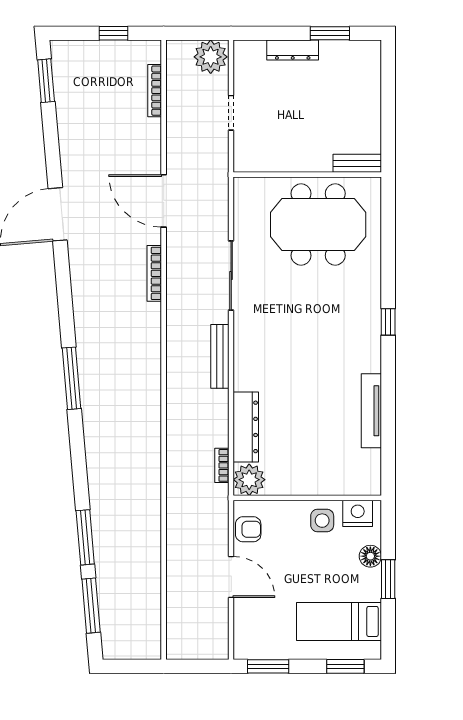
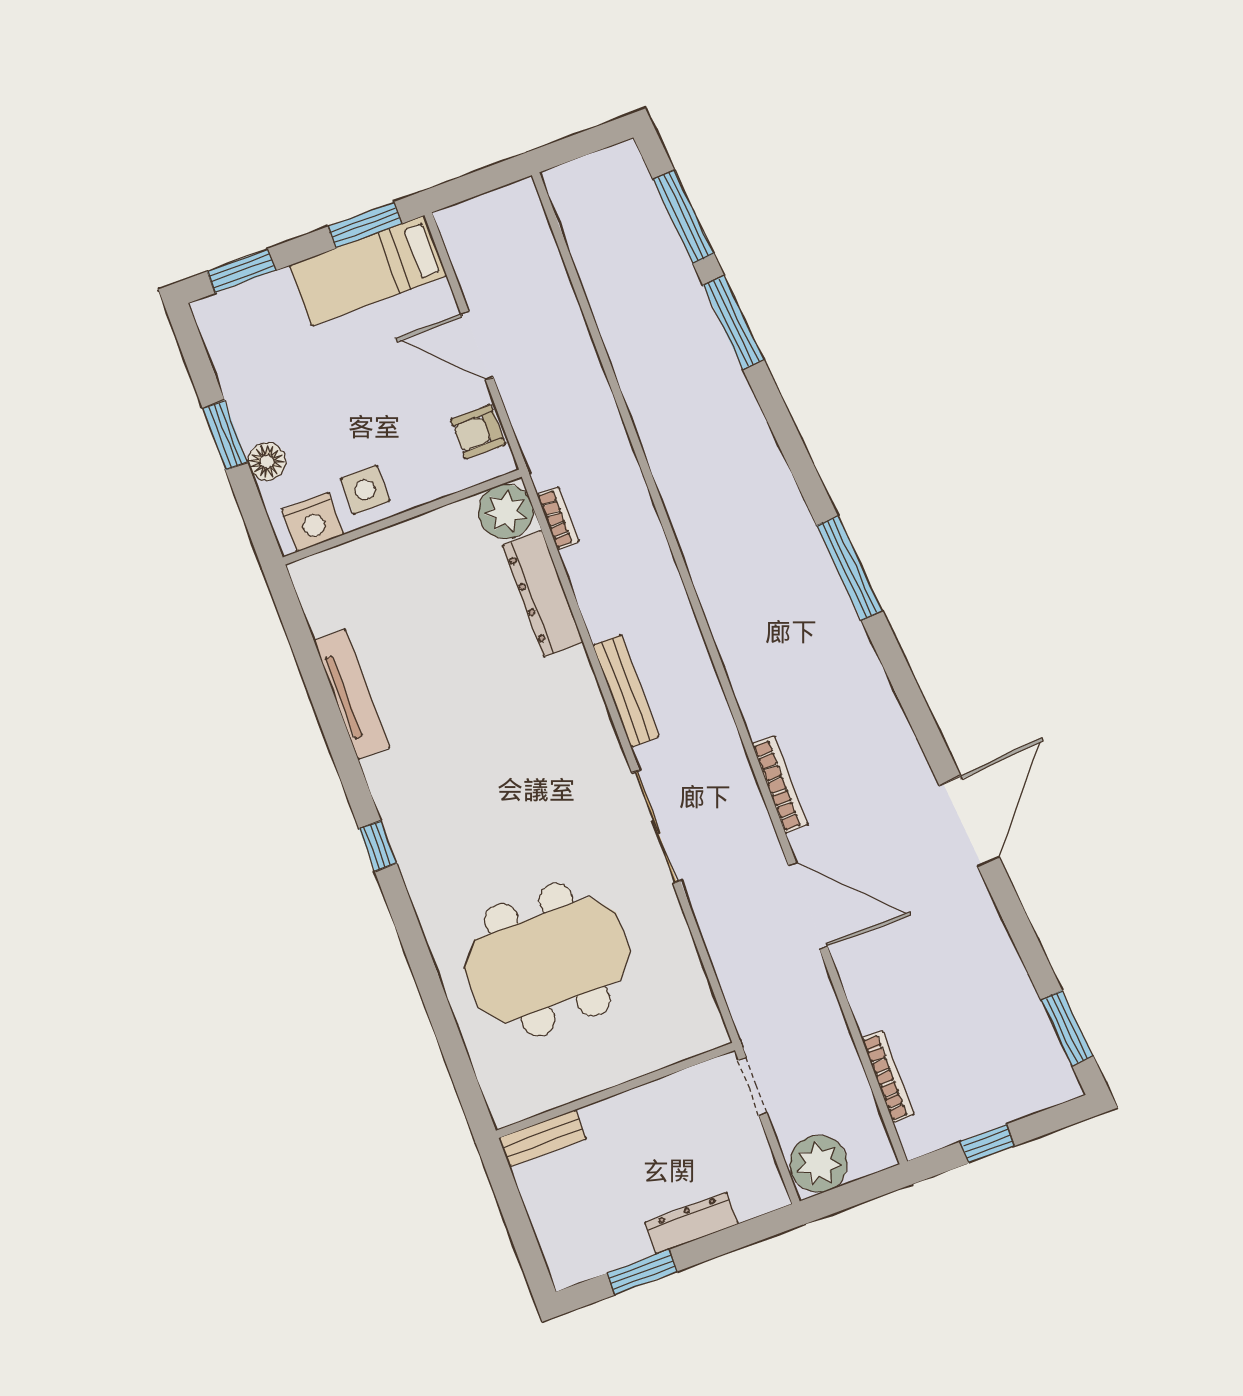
bench: (357, 163) -> (543, 1138), moved
wall: (307, 175) -> (615, 1090), moved
bed: (339, 621) -> (368, 271), moved, turned 180

